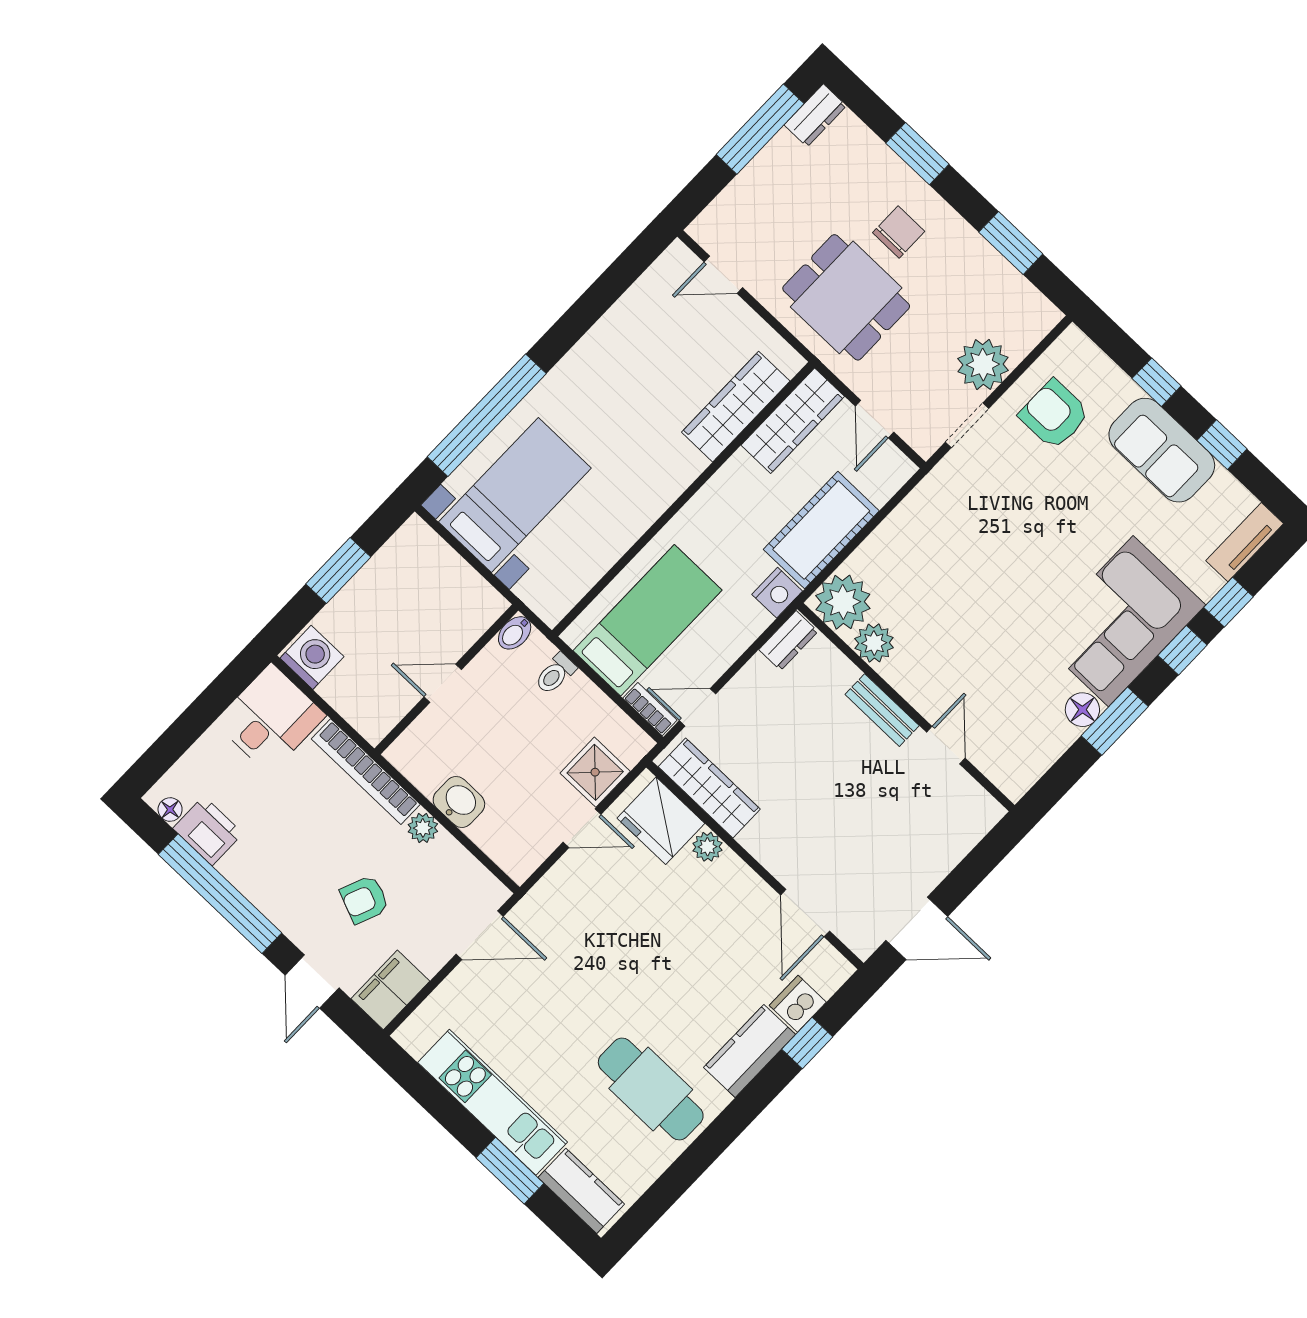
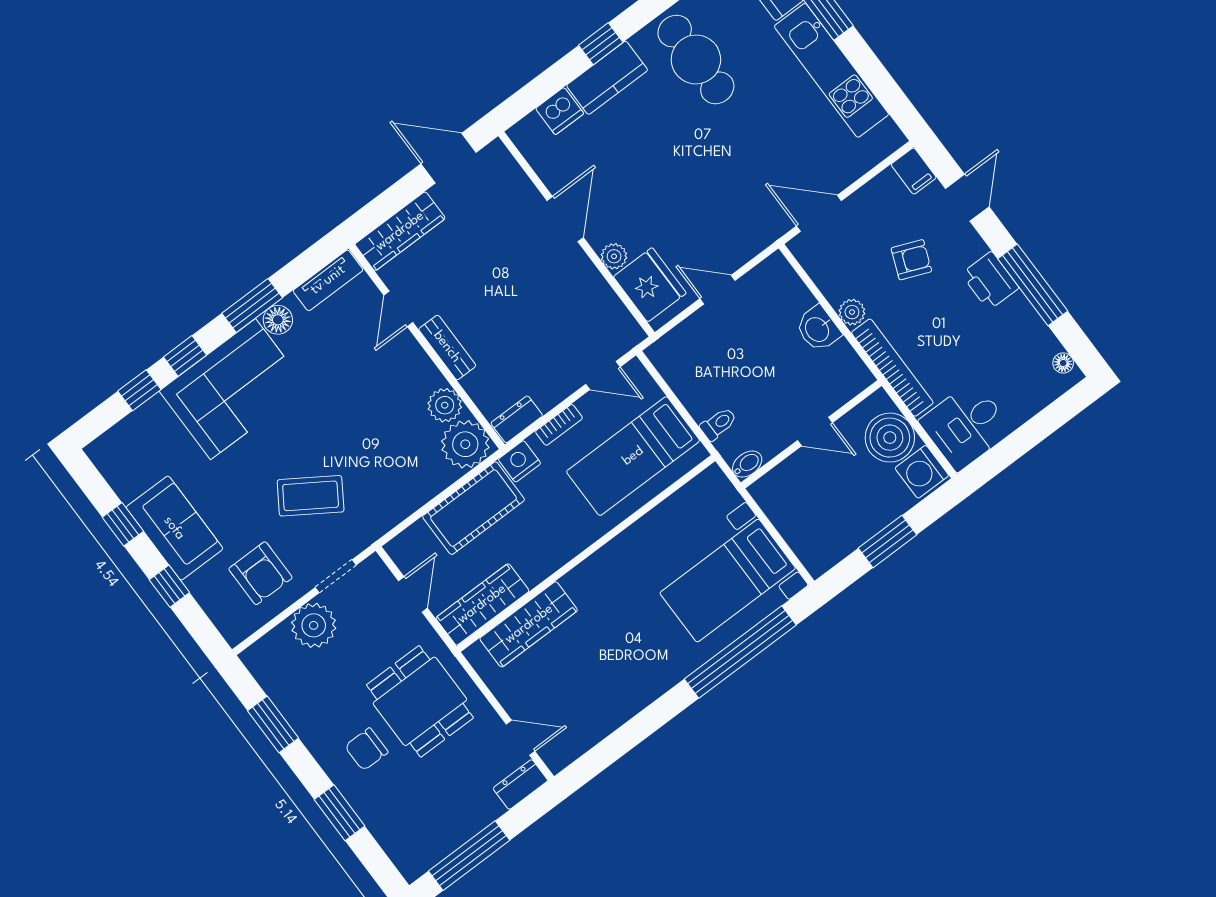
dresser: (815, 115) -> (520, 784), moved
coffee table: (1011, 513) -> (311, 496), added
tv unit: (1245, 542) -> (328, 280), moved
boiler: (355, 691) -> (890, 438), added
bookcase: (650, 709) -> (559, 425), moved, turned -90
shower: (595, 772) -> (699, 335), removed
wardrobe: (709, 788) -> (400, 231), moved, turned -90
printer: (208, 831) -> (990, 281), moved
window: (220, 894) -> (1033, 285), width x0.68
door: (805, 913) -> (565, 219), moved
filing cabinet: (390, 990) -> (914, 171), width x0.50
window: (807, 1043) -> (601, 44), moved

